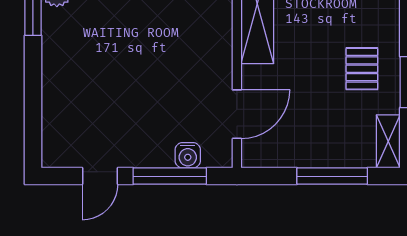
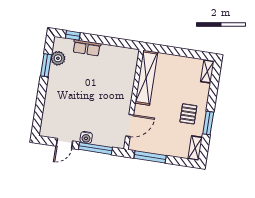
water cooler: (188, 155) -> (86, 137), moved
window: (332, 176) -> (150, 157), moved

